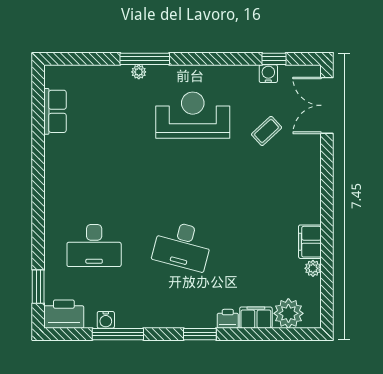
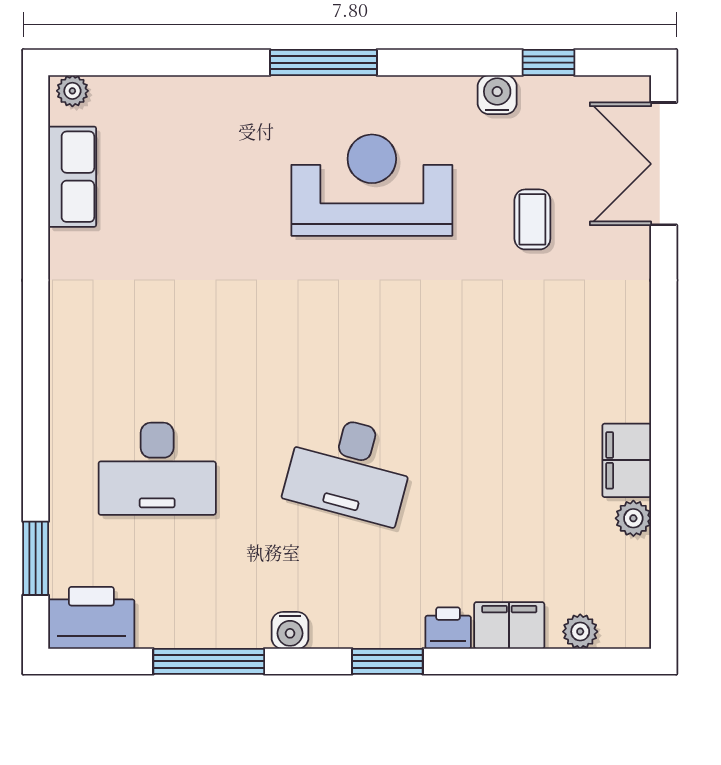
window: (145, 59) -> (323, 63), moved
plant: (139, 72) -> (72, 91), moved
water cooler: (268, 74) -> (497, 95), moved
coffee table: (267, 131) -> (532, 219), turned -47
plant: (288, 313) -> (580, 632), width x0.53, depth x0.53
water cooler: (106, 320) -> (290, 630), moved

